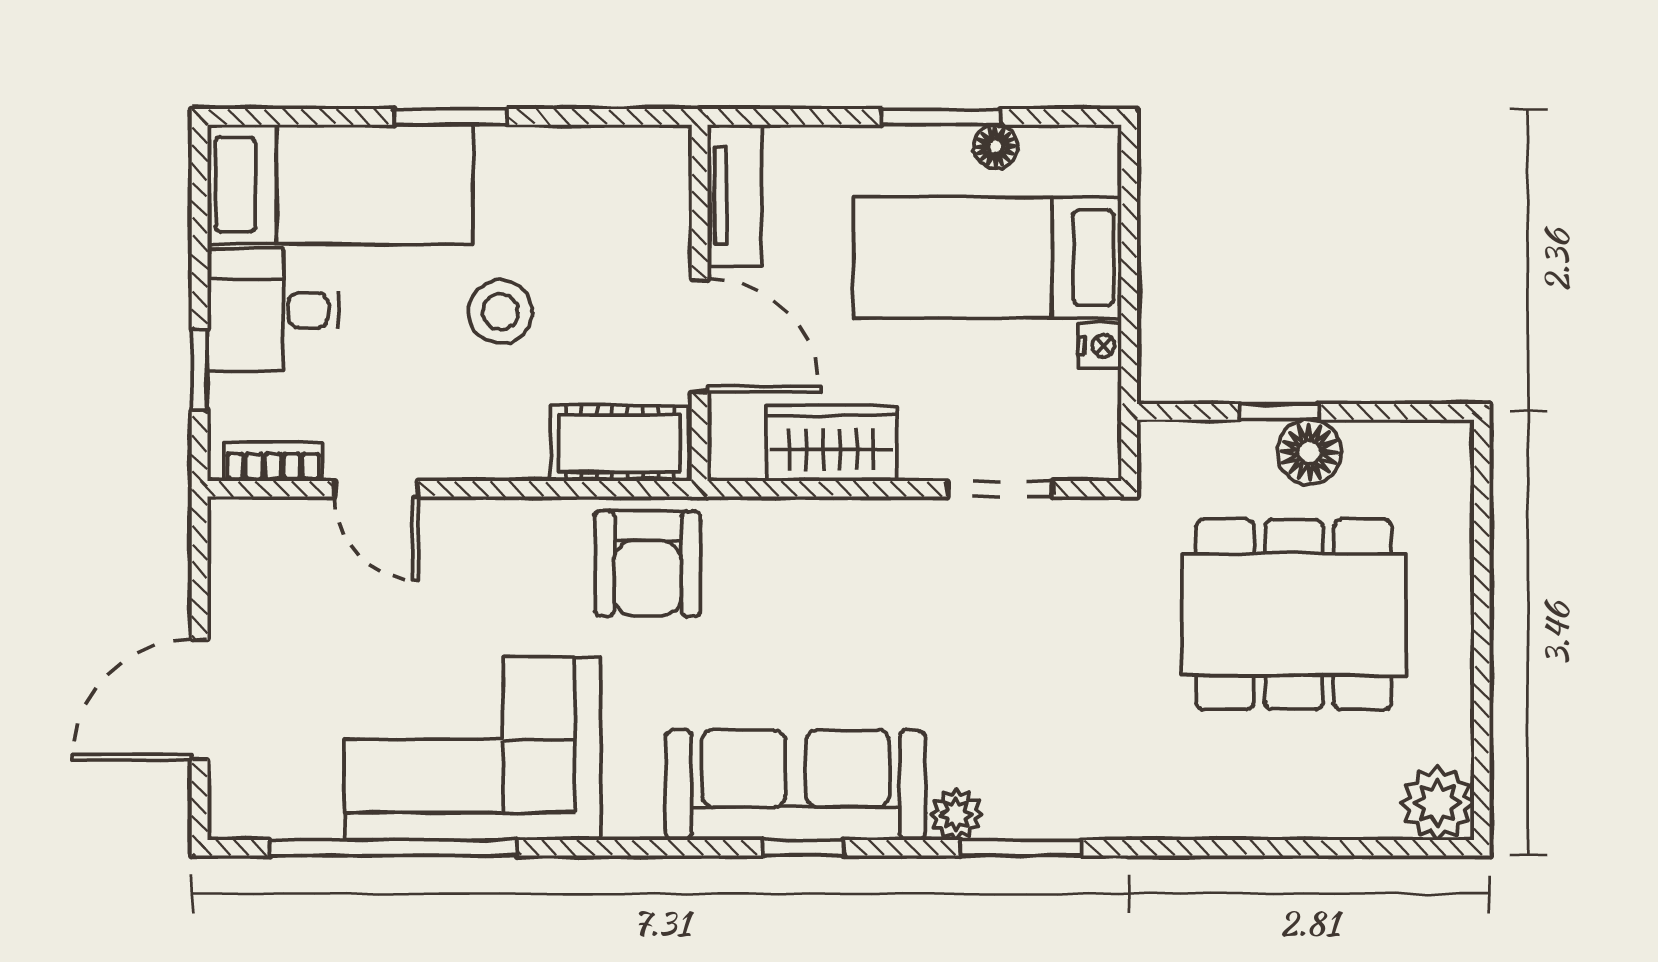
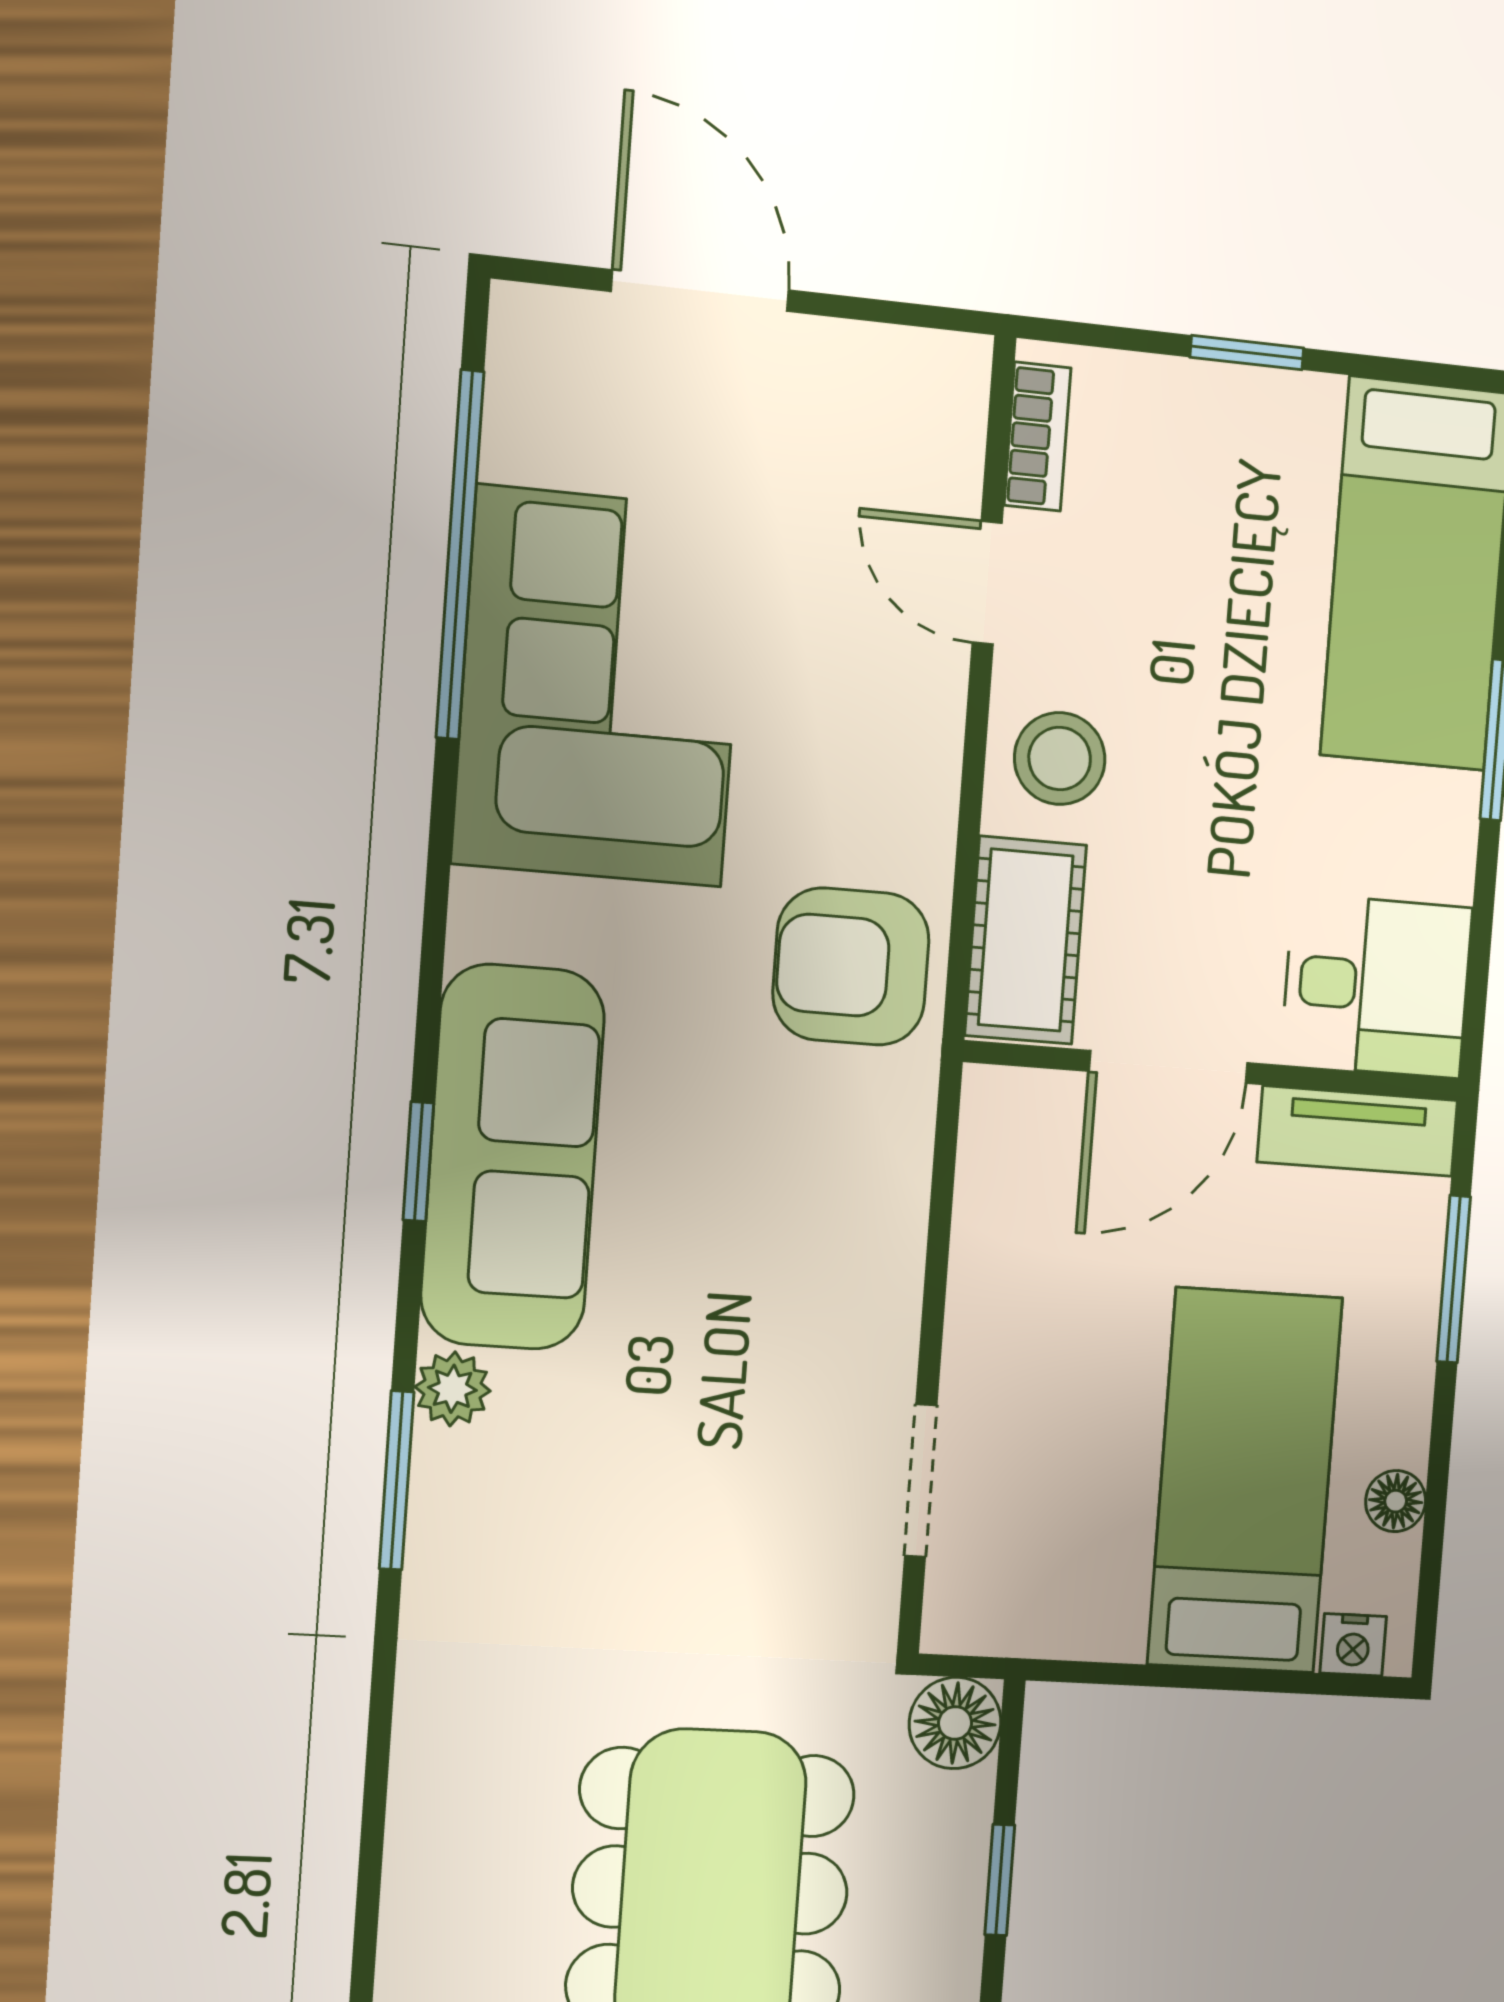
window: (941, 117) -> (1454, 1279), moved
desk: (273, 310) -> (1377, 986), moved, turned 90
stool: (500, 312) -> (1060, 759), moved
nightstand: (1100, 346) -> (1353, 1645), moved
window: (200, 370) -> (1247, 353), moved
wardrobe: (831, 443) -> (1003, 1244), removed
floor lamp: (1309, 452) -> (955, 1723), moved
door: (376, 489) -> (987, 583), hinge flipped

